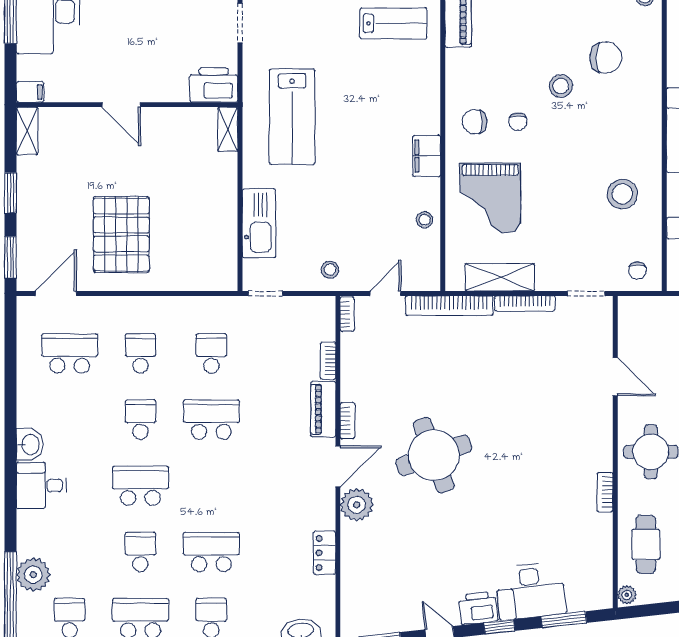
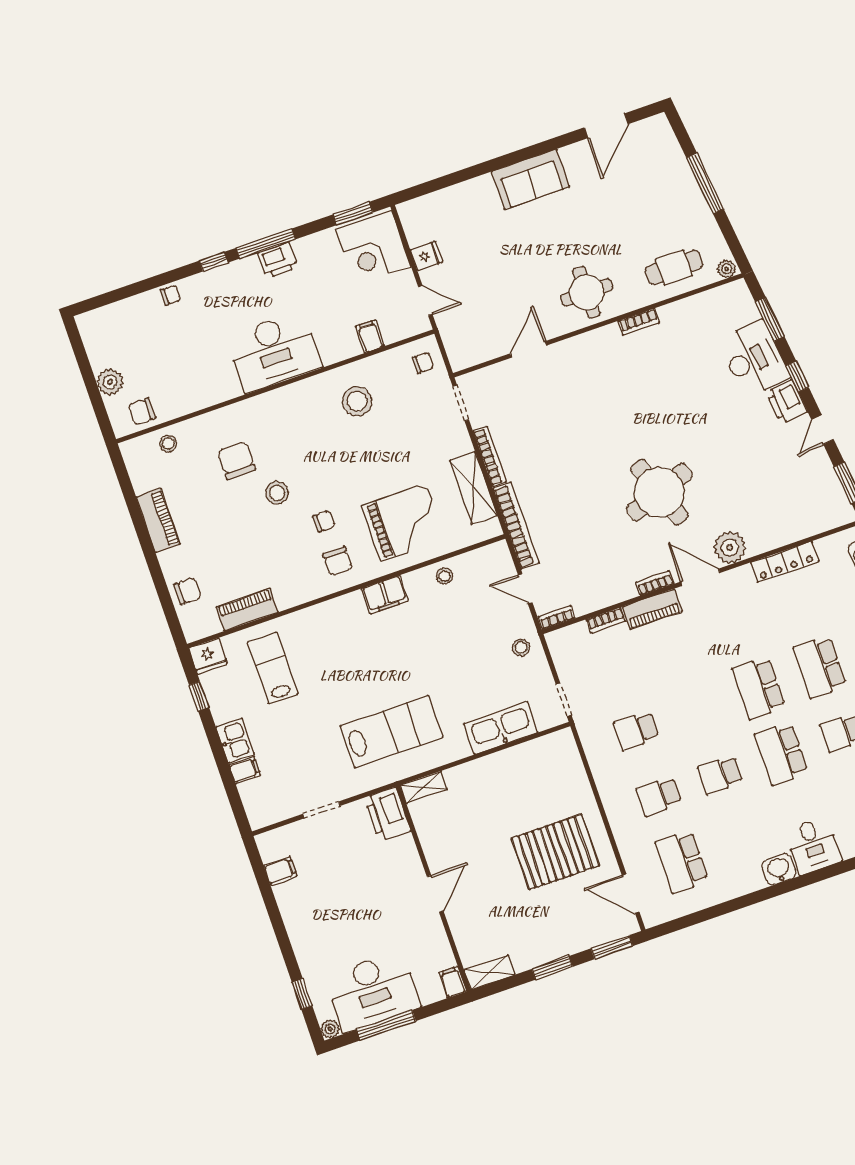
school desk: (211, 420) -> (759, 688), moved
locker: (325, 553) -> (785, 562), width x1.53

